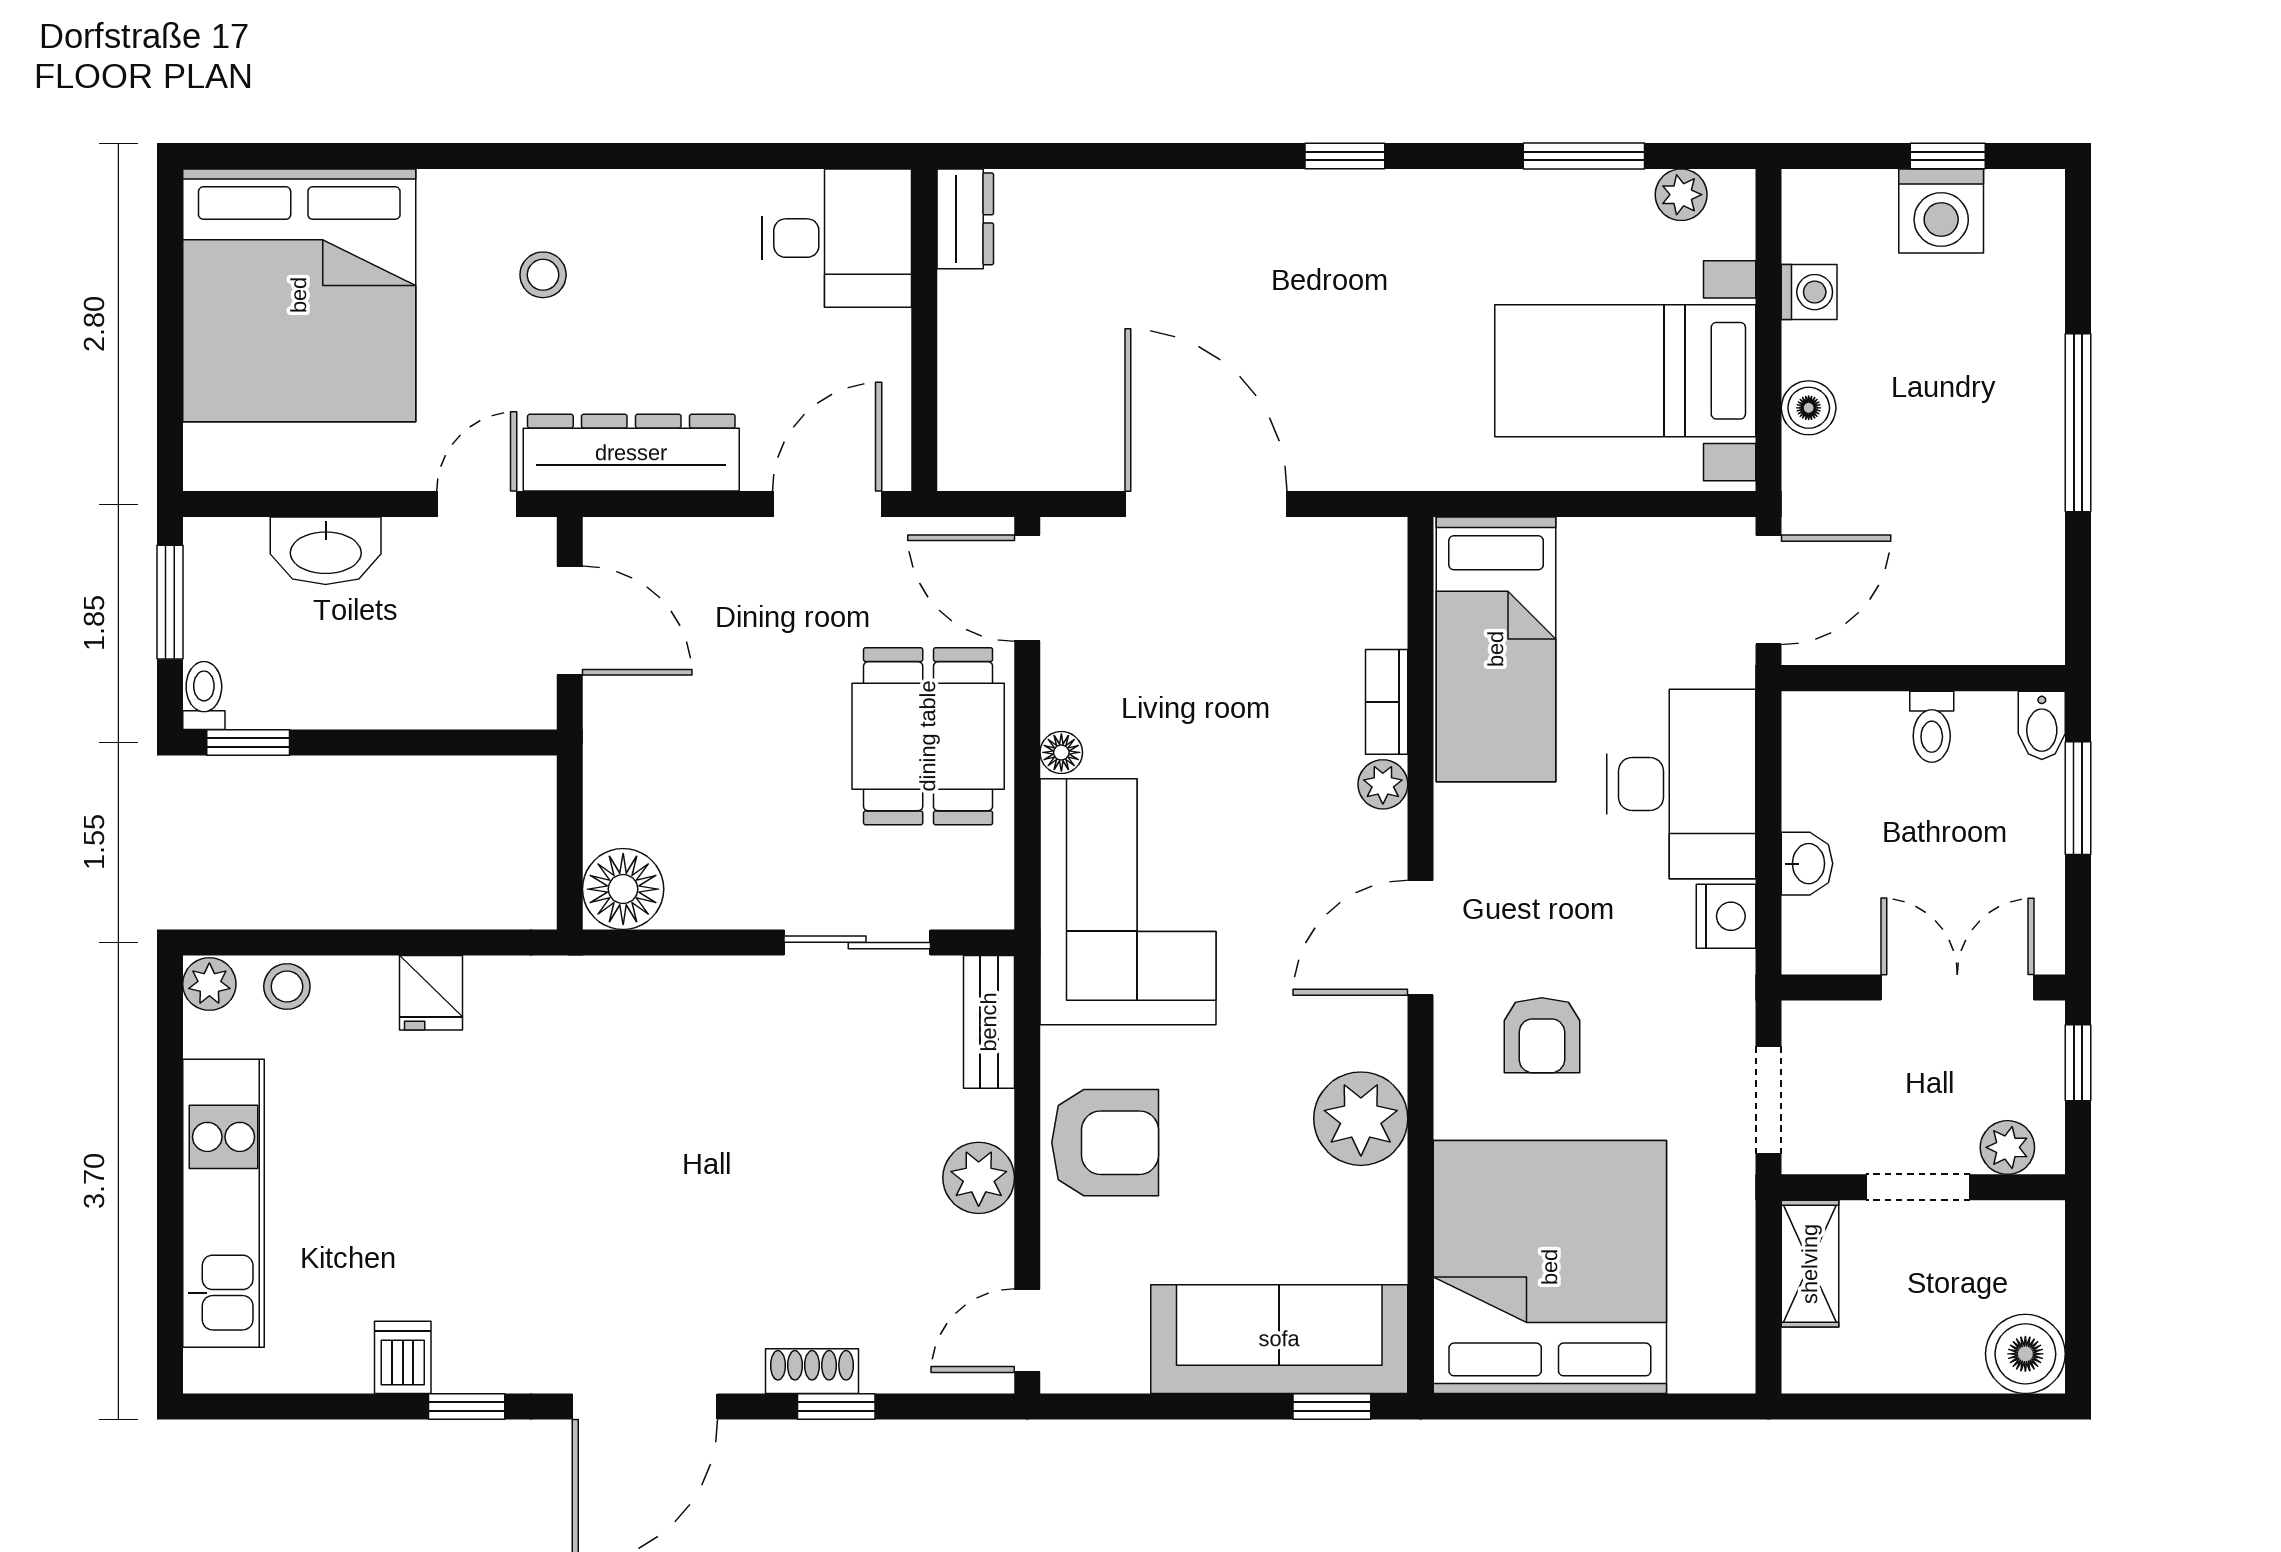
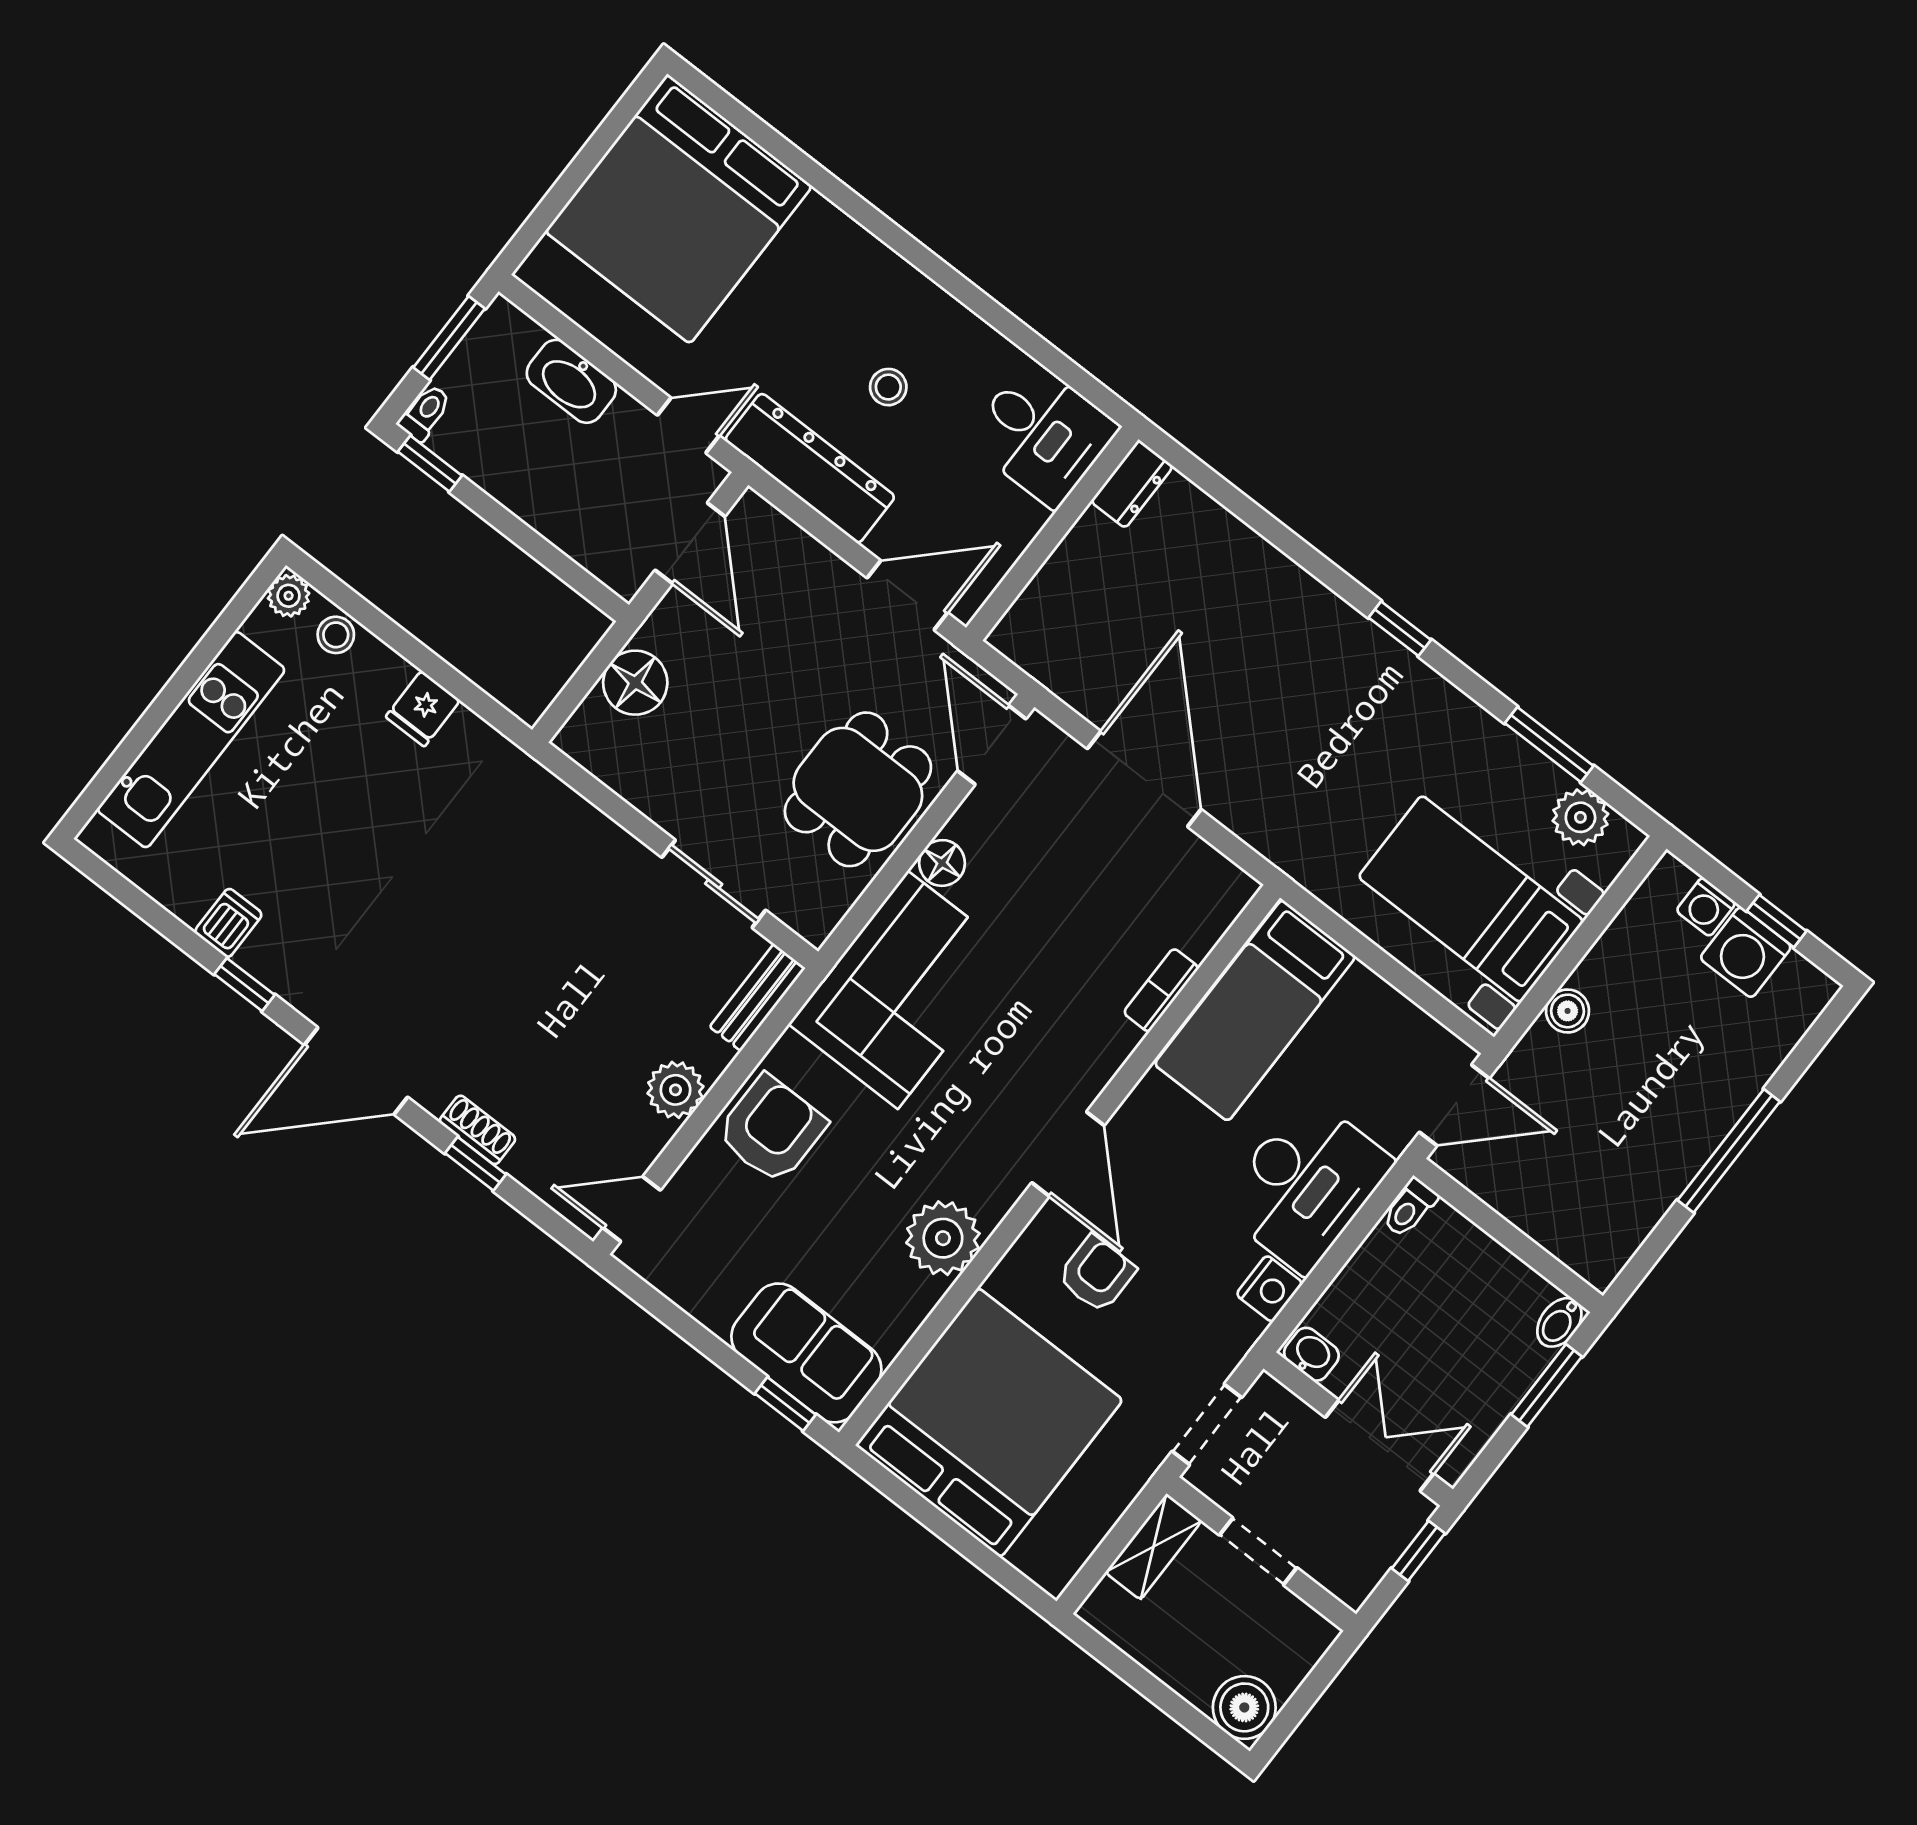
plant: (1681, 195) -> (1580, 817), width x1.38, depth x1.38
stool: (543, 275) -> (888, 387), moved
washing machine: (1809, 292) -> (1706, 907), moved, turned 90
toilet: (1932, 727) -> (1410, 1208), moved
floor lamp: (1061, 752) -> (942, 863), width x1.37, depth x1.37
plant: (1383, 784) -> (1119, 1040), removed
washbasin: (1807, 864) -> (1311, 1354), moved, turned -90
floor lamp: (623, 889) -> (635, 683), moved
door: (1421, 938) -> (1068, 1154), swing flipped
armchair: (1542, 1035) -> (1097, 1274), turned 180
armchair: (1105, 1143) -> (772, 1129), turned -90
plant: (2007, 1147) -> (1333, 1570), removed
sofa: (1279, 1339) -> (806, 1353), width x0.73

